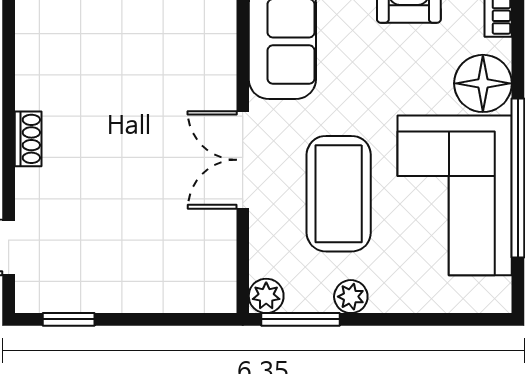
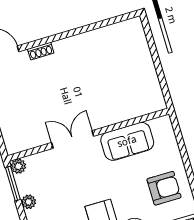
shoe rack: (28, 139) -> (41, 51), moved
coffee table: (339, 194) -> (70, 184), removed

